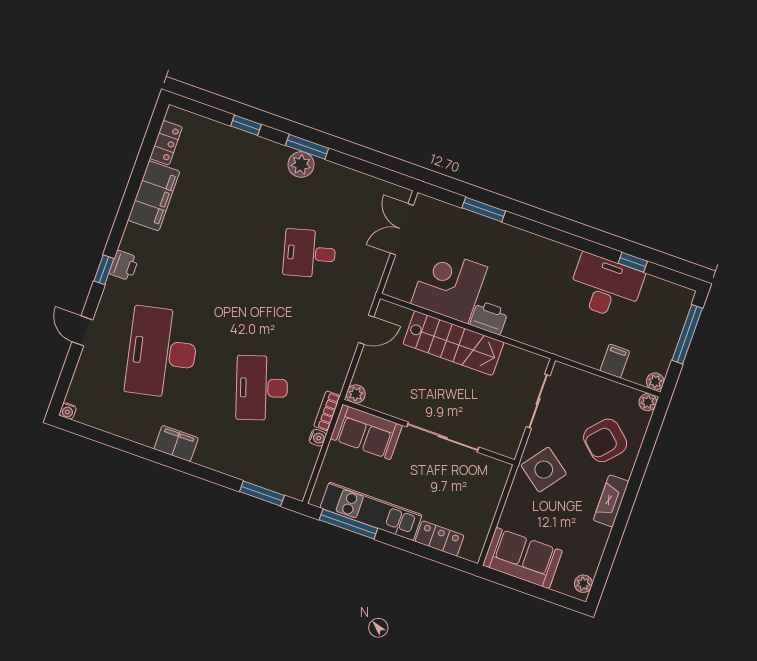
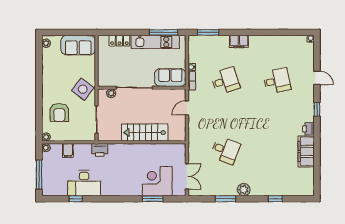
locker: (166, 143) -> (309, 178), removed
window: (307, 147) -> (225, 199), moved
desk: (310, 253) -> (225, 150), turned 36
printer: (124, 266) -> (308, 129), moved
corner desk: (449, 285) -> (157, 181), moved, turned 180
printer: (489, 318) -> (100, 150), moved
door: (366, 330) -> (187, 108), moved
desk: (162, 353) -> (277, 81), width x0.53, depth x0.77
desk: (262, 388) -> (225, 81), width x0.73
plant: (356, 394) -> (111, 93), moved
armchair: (605, 440) -> (59, 112), turned 138
filing cabinet: (176, 443) -> (239, 41), moved
fireplace: (611, 501) -> (47, 86), removed

